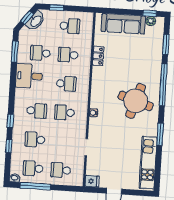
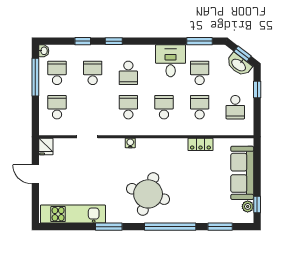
school desk: (66, 84) -> (164, 107), turned 180

